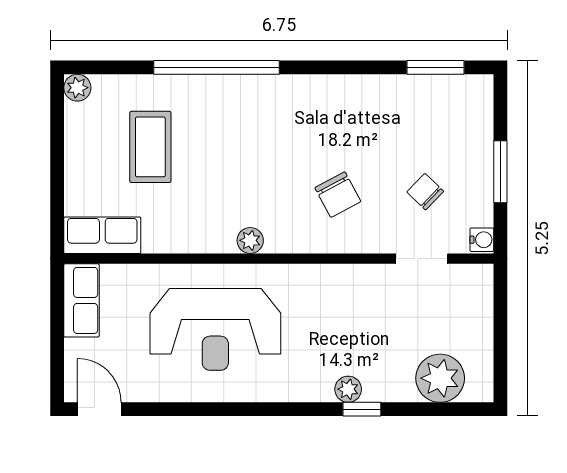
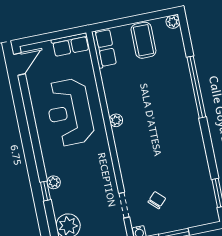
coffee table: (150, 147) -> (143, 40), moved, turned 90
chair: (338, 195) -> (147, 158), removed

